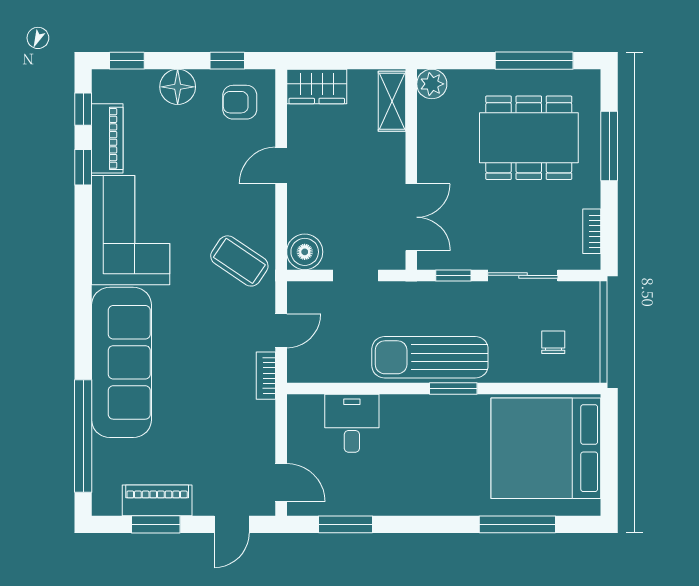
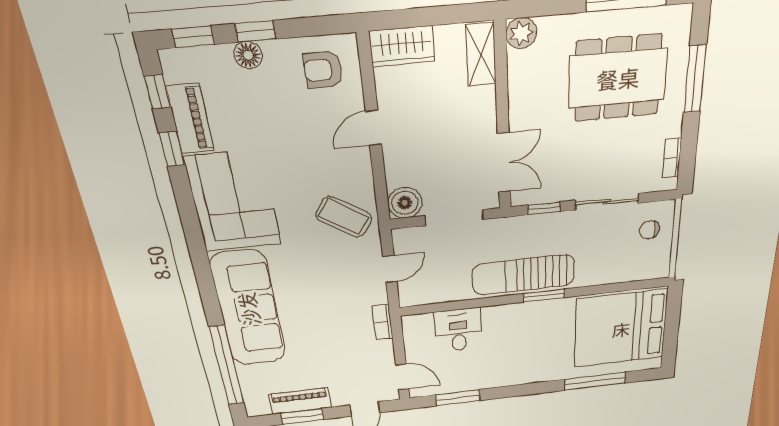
window: (227, 61) -> (255, 31), moved
floor lamp: (178, 87) -> (248, 55), width x0.73, depth x0.73
doorway: (356, 275) -> (454, 218), width x1.38
chair: (553, 342) -> (649, 230), moved, turned -90
bookcase: (266, 376) -> (383, 322), moved

